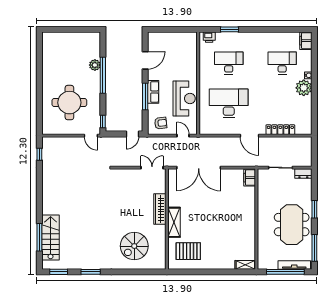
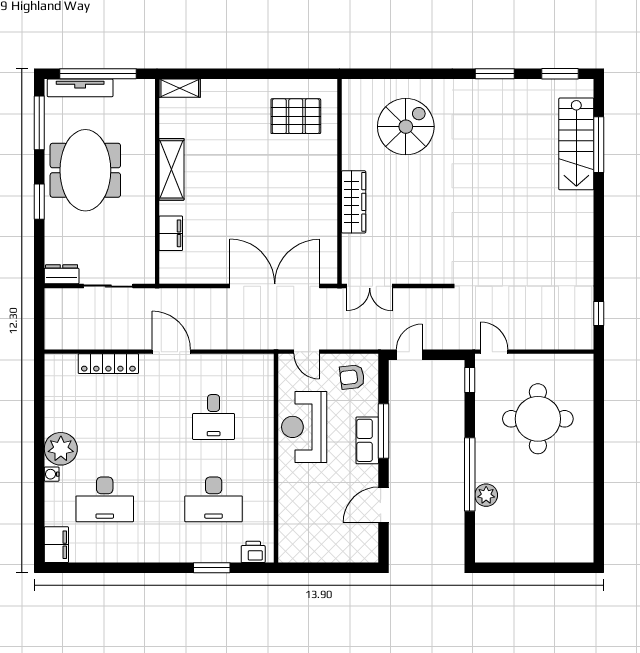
desk: (229, 103) -> (214, 417), width x0.53, depth x0.77
filing cabinet: (250, 178) -> (171, 233), moved
shelving: (174, 222) -> (172, 169), moved

